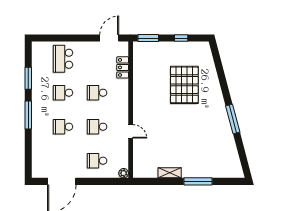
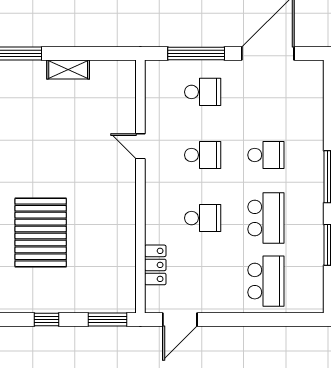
school desk: (63, 93) -> (266, 218), width x1.85
plant: (124, 173) -> (153, 69), removed
window: (101, 181) -> (196, 54), added

